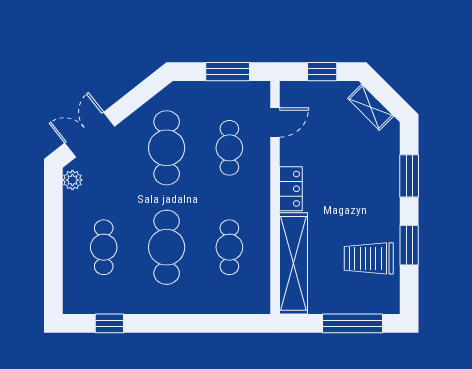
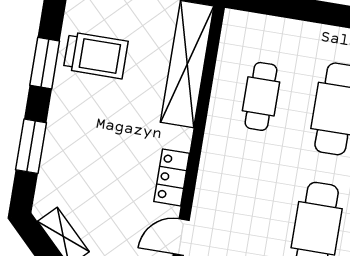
cafe table: (229, 148) -> (241, 216), removed
locker: (291, 189) -> (172, 177), moved

